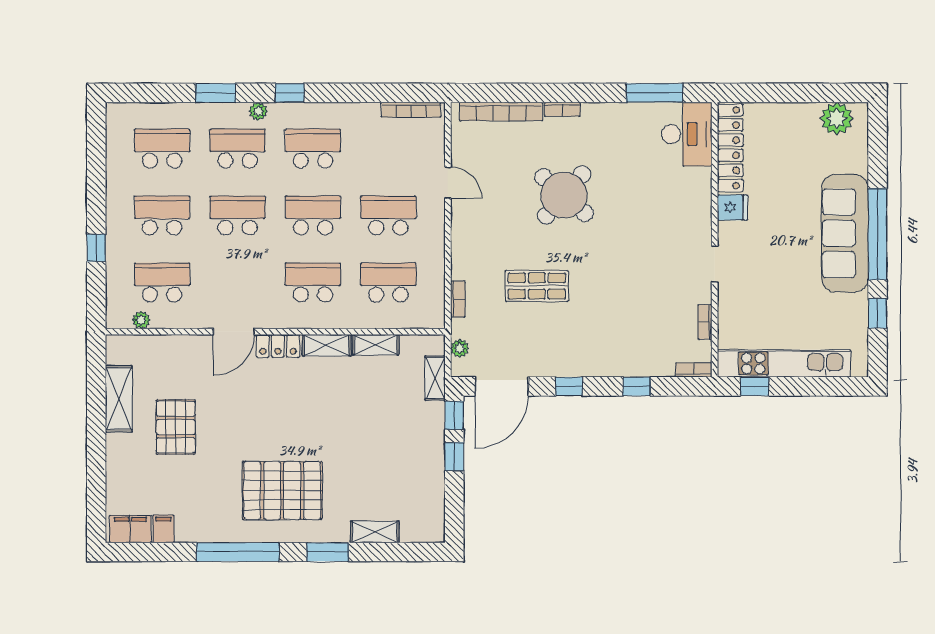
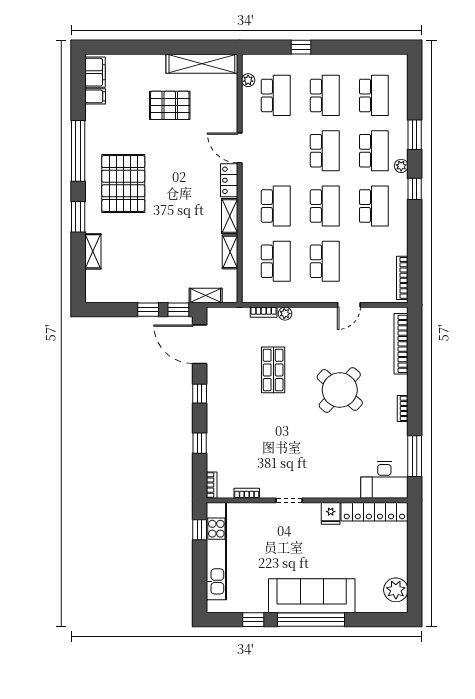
bookcase: (562, 109) -> (403, 408), moved
plant: (460, 348) -> (285, 314), moved
shelving: (119, 399) -> (202, 64), width x1.47

